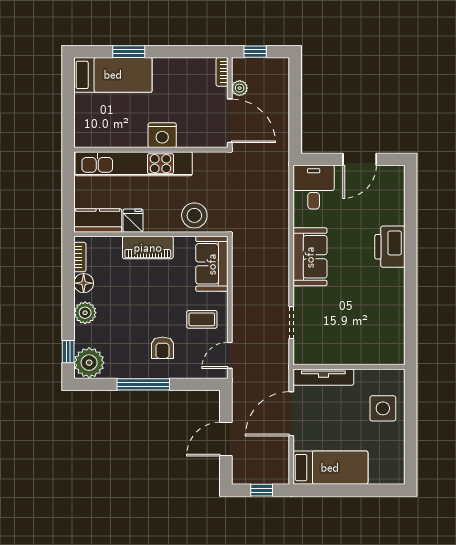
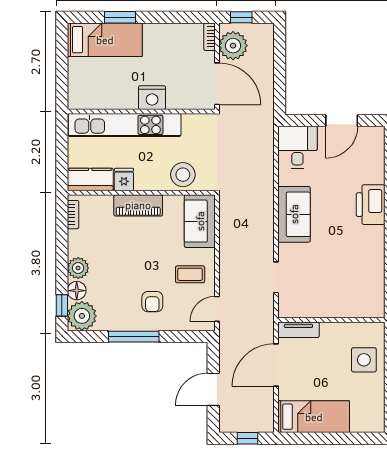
plant: (240, 88) -> (233, 46), width x1.87, depth x1.87
floor lamp: (84, 283) -> (77, 291), moved
tv unit: (323, 377) -> (298, 330), width x0.71

